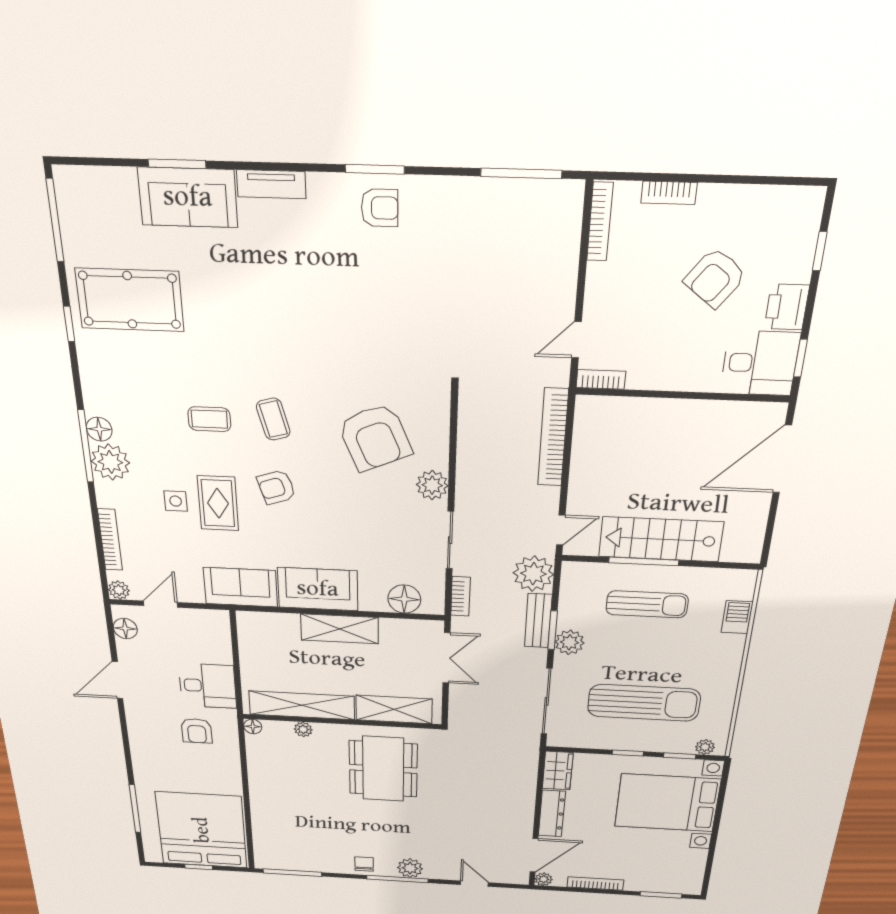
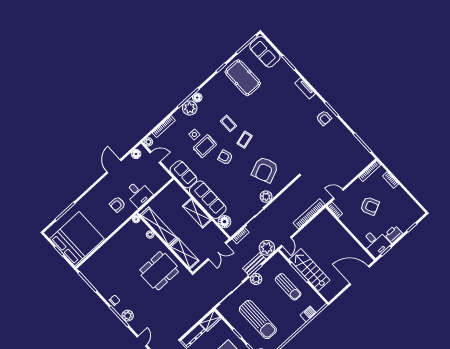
sofa: (188, 197) -> (265, 52), moved
armchair: (715, 278) -> (370, 206), moved, turned -152
door: (561, 530) -> (286, 242), hinge flipped
sofa: (318, 589) -> (208, 200), width x1.36
door: (117, 680) -> (114, 166), hinge flipped

